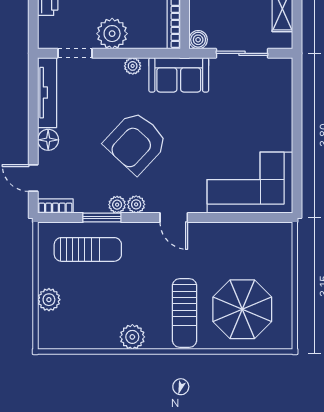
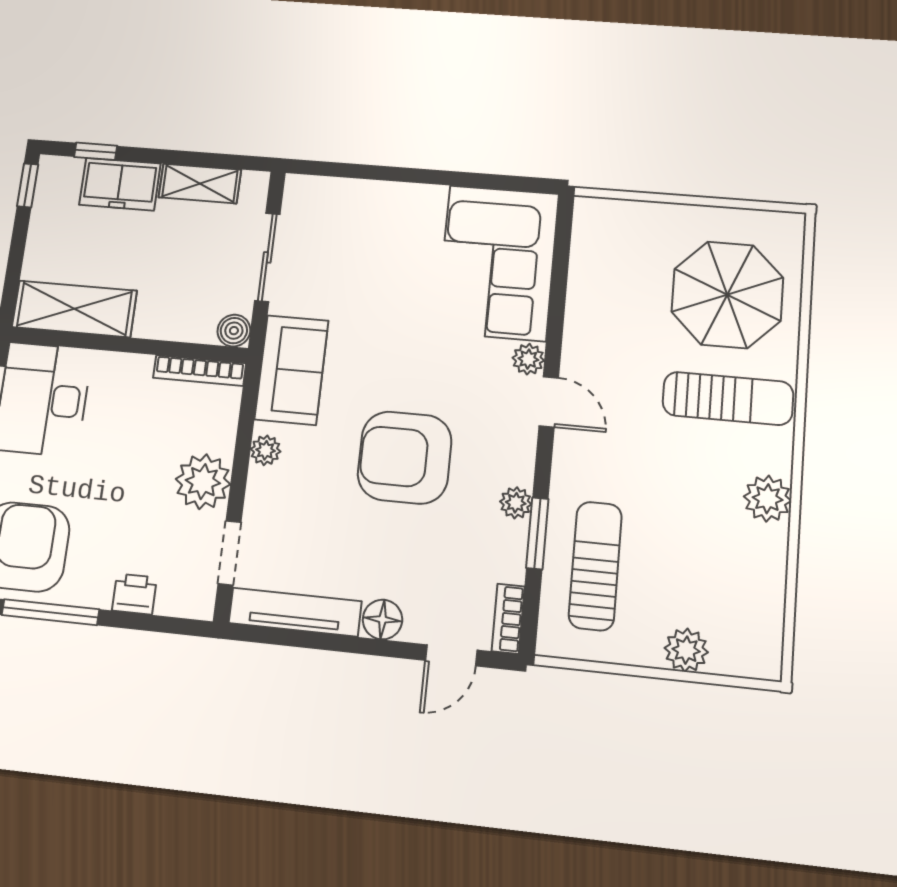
armchair: (136, 142) -> (405, 457), turned 137
plant: (136, 204) -> (528, 359), moved
door: (174, 218) -> (549, 402), hinge flipped

